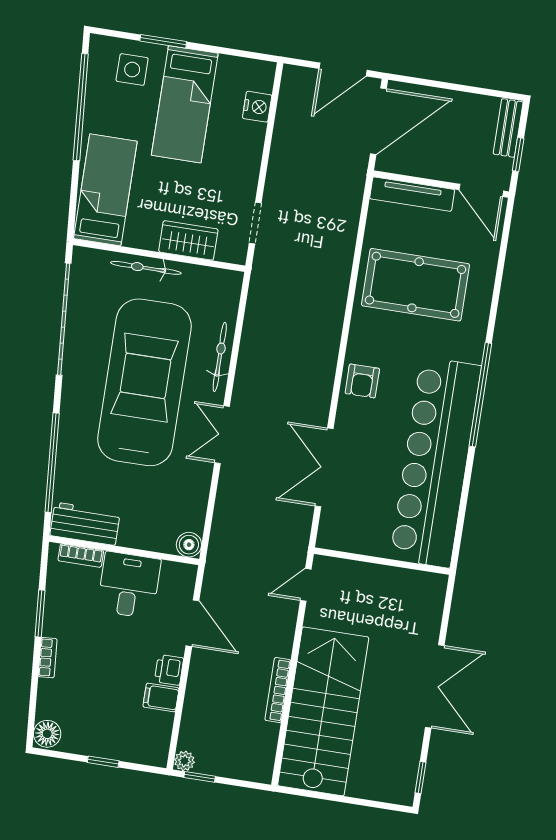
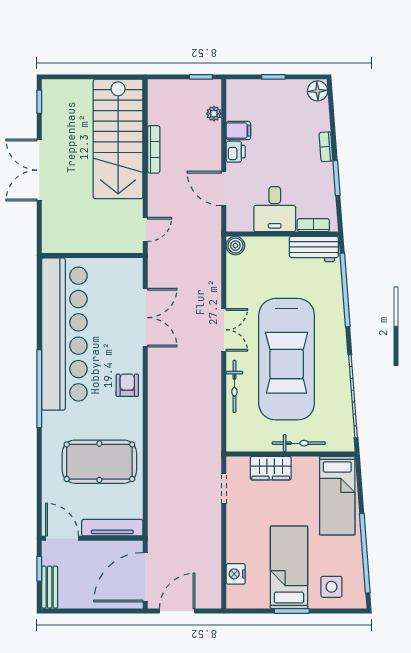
window: (163, 41) -> (292, 611), moved
plant: (184, 761) -> (214, 114), moved

